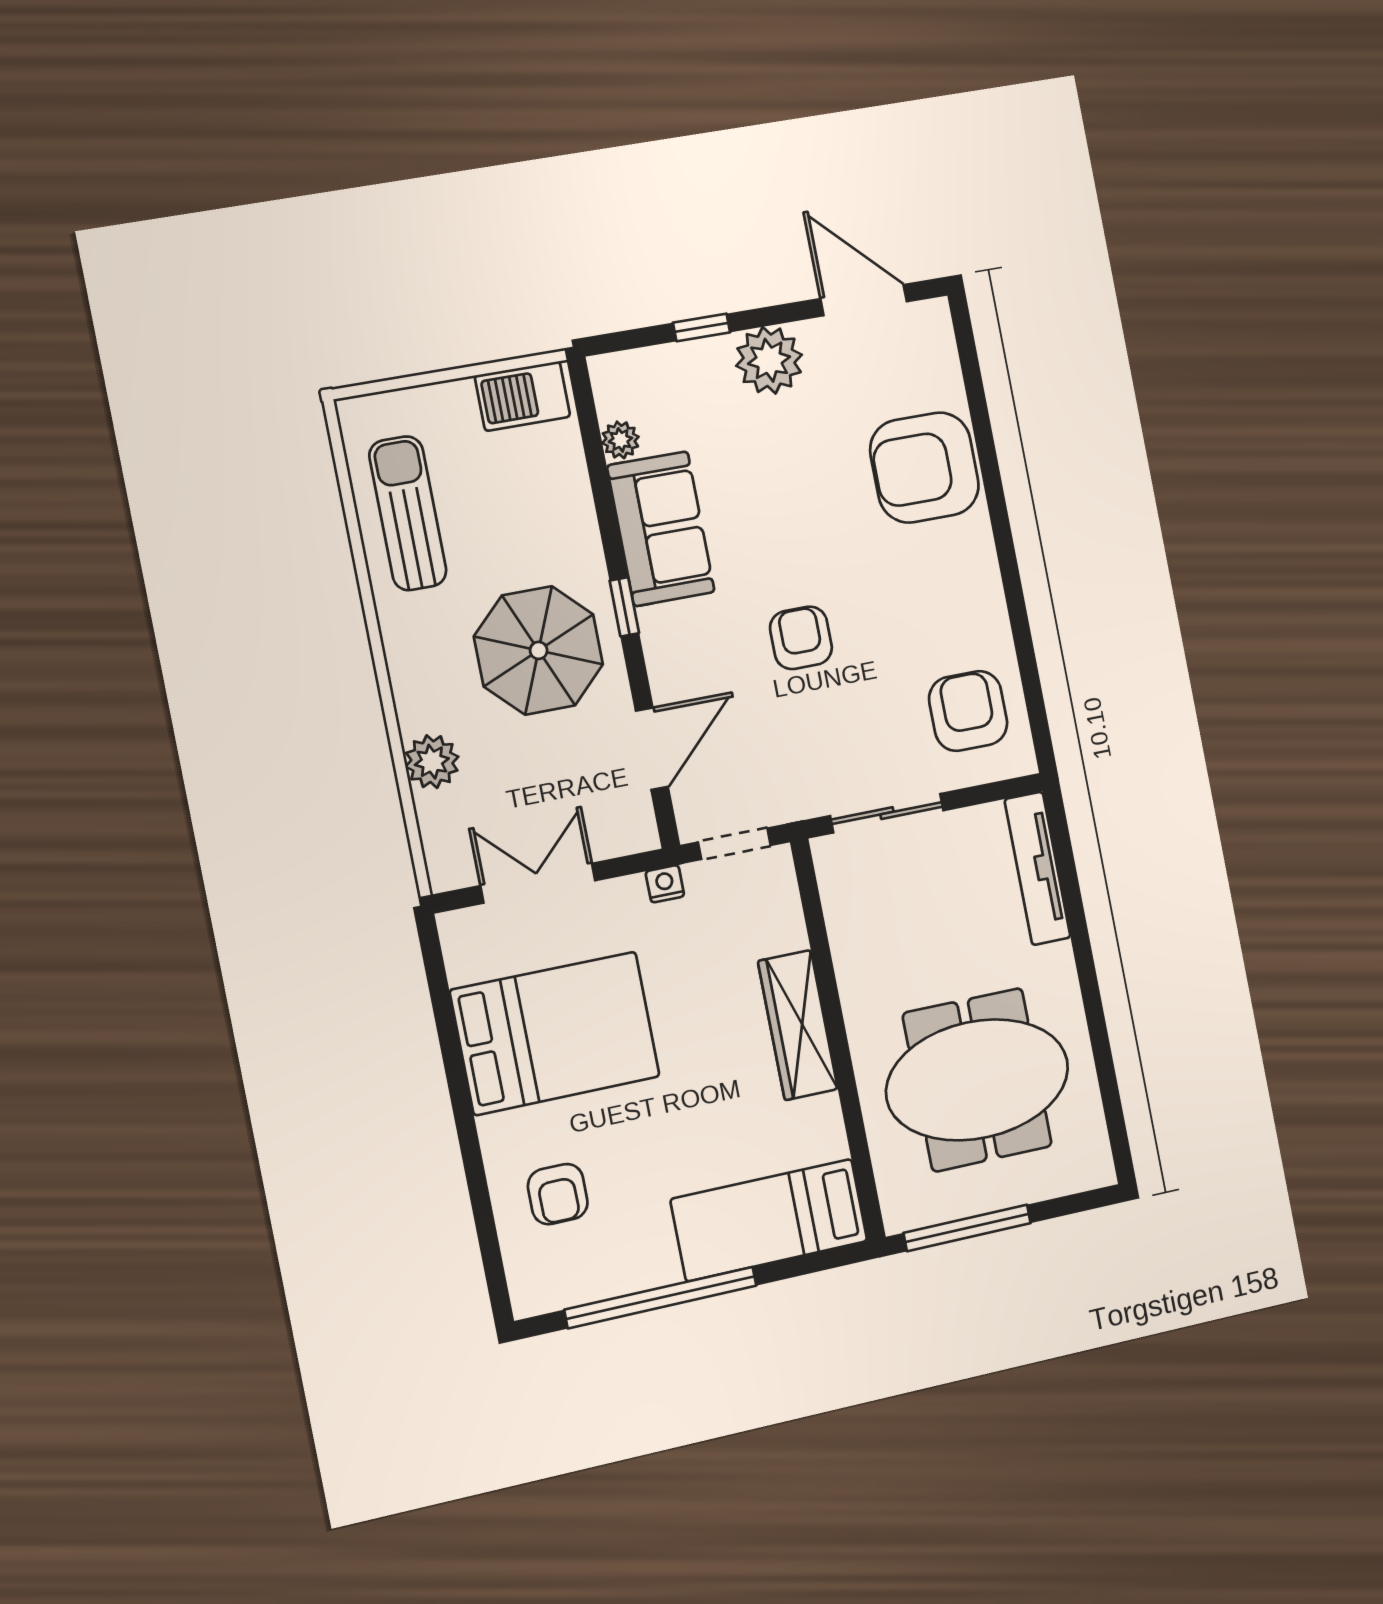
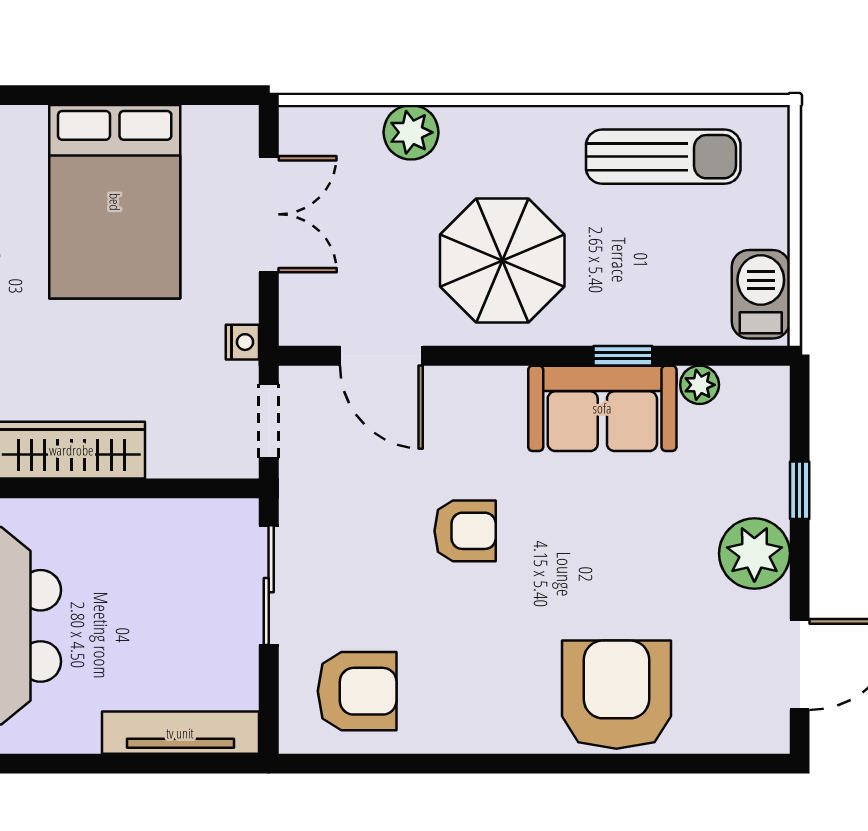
window: (624, 607) -> (623, 356), moved

